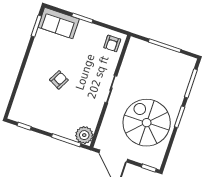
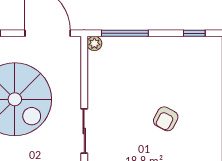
plant: (84, 135) -> (94, 43), width x0.53, depth x0.53

